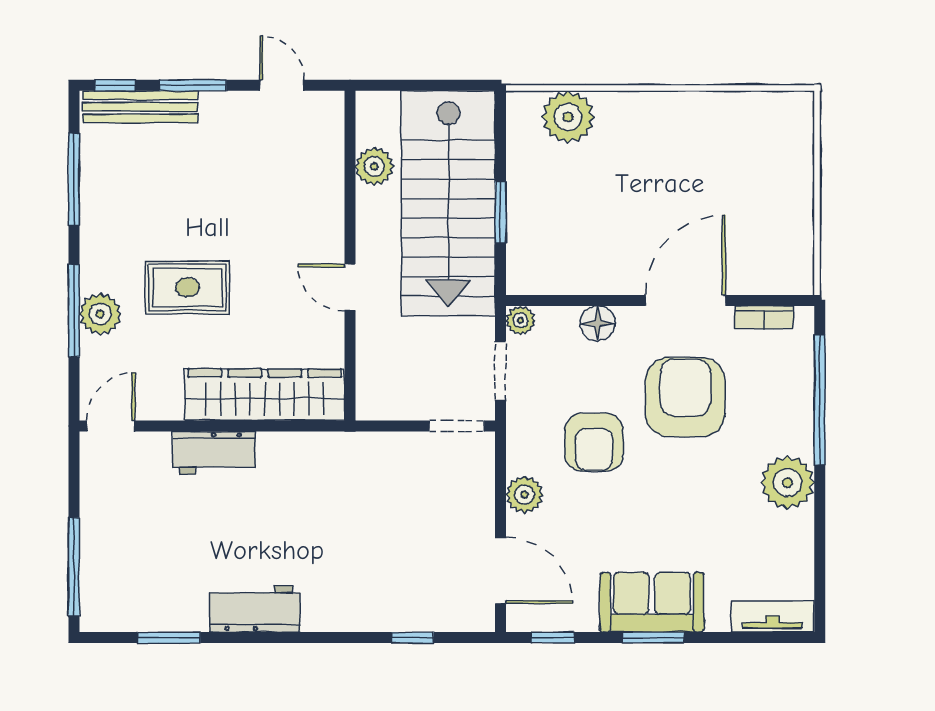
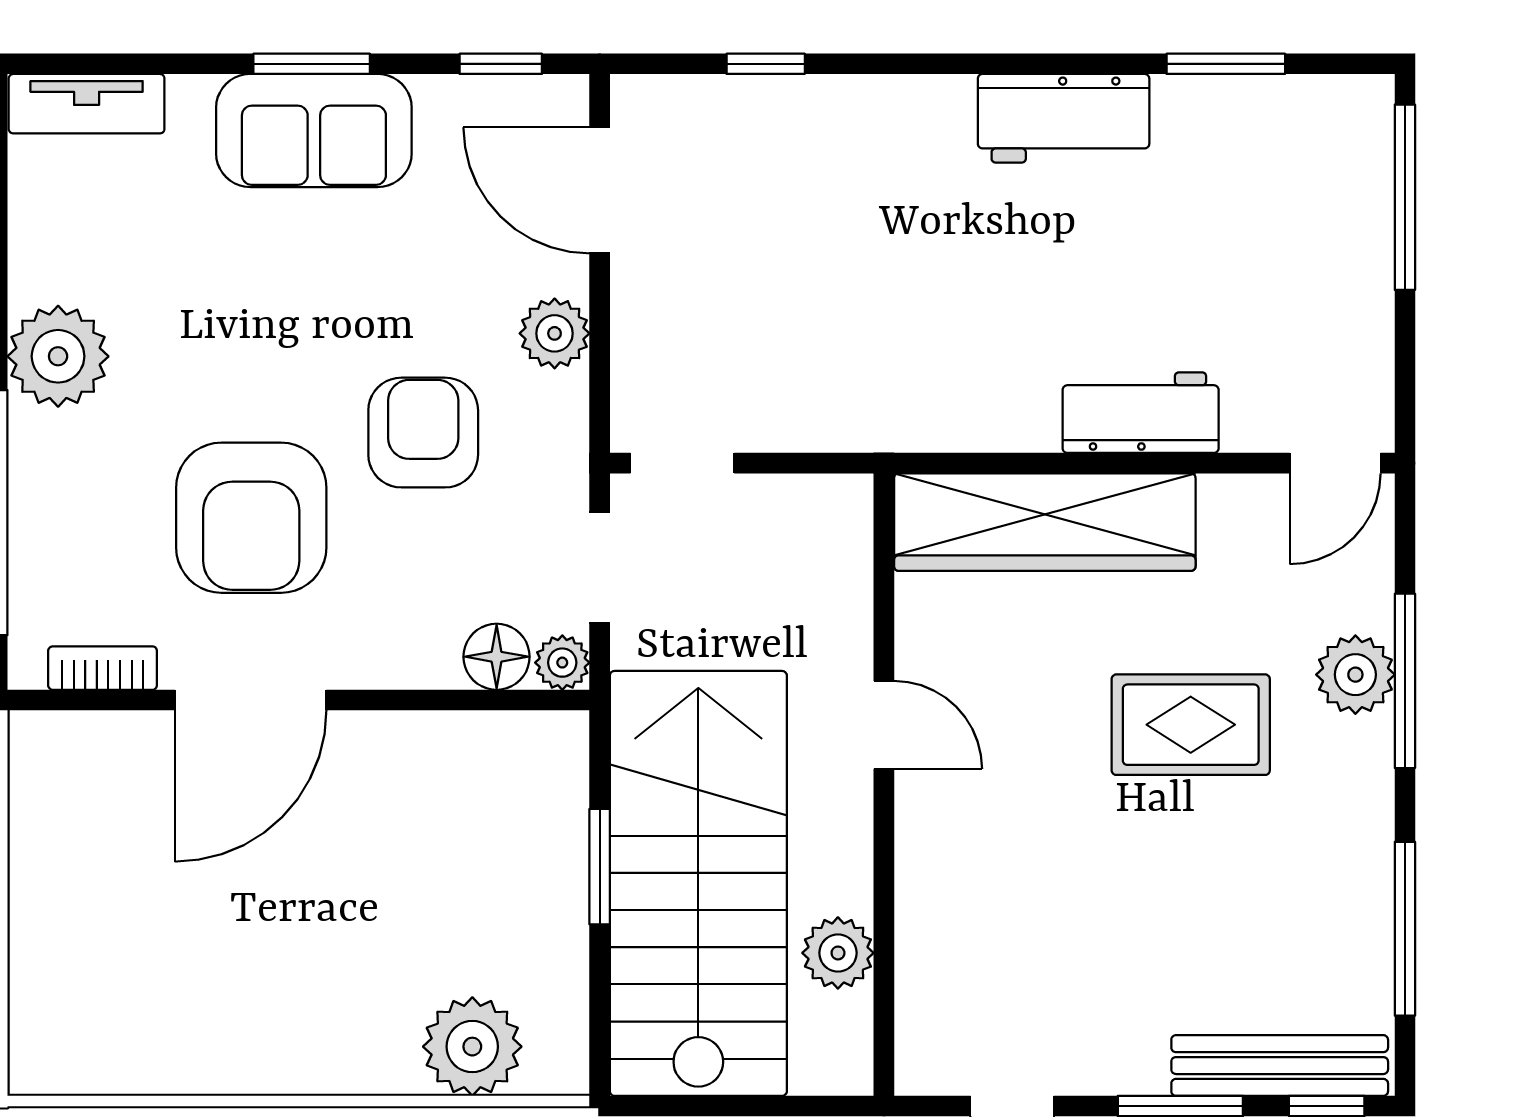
floor lamp: (598, 323) -> (497, 657), moved

